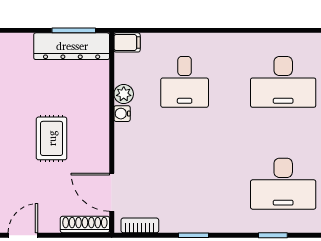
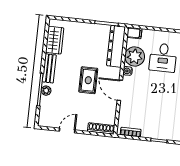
dresser: (72, 46) -> (116, 46), moved, turned 90
plant: (124, 94) -> (135, 56), width x1.87, depth x1.87
door: (112, 192) -> (120, 90), moved

